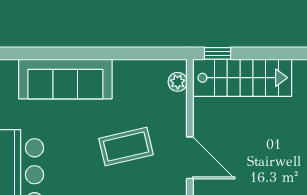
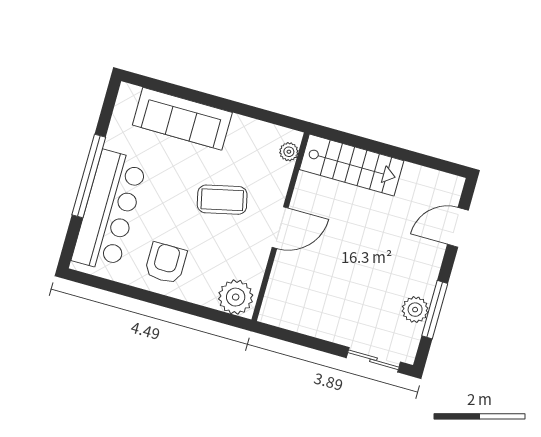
window: (217, 53) -> (335, 135), removed
door: (190, 158) -> (280, 228), hinge flipped

